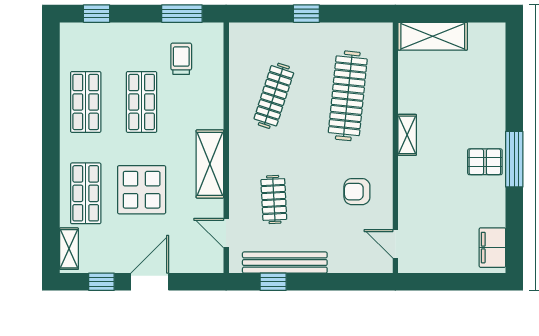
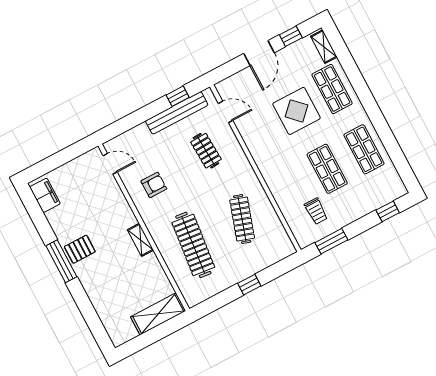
shelving: (210, 164) -> (260, 152), removed

